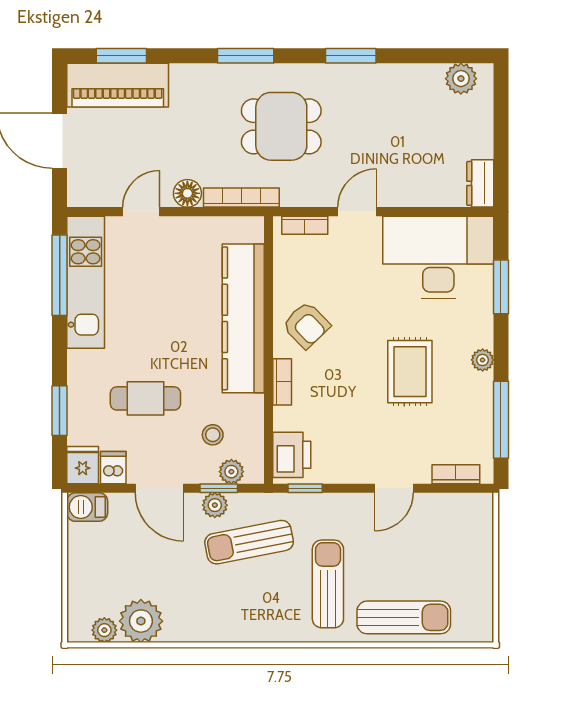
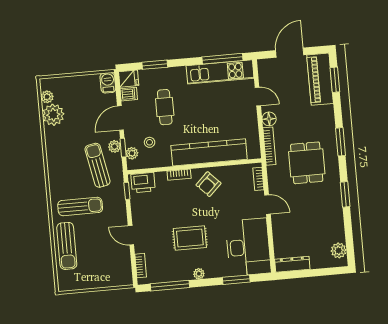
dresser: (480, 183) -> (292, 264), width x1.44

